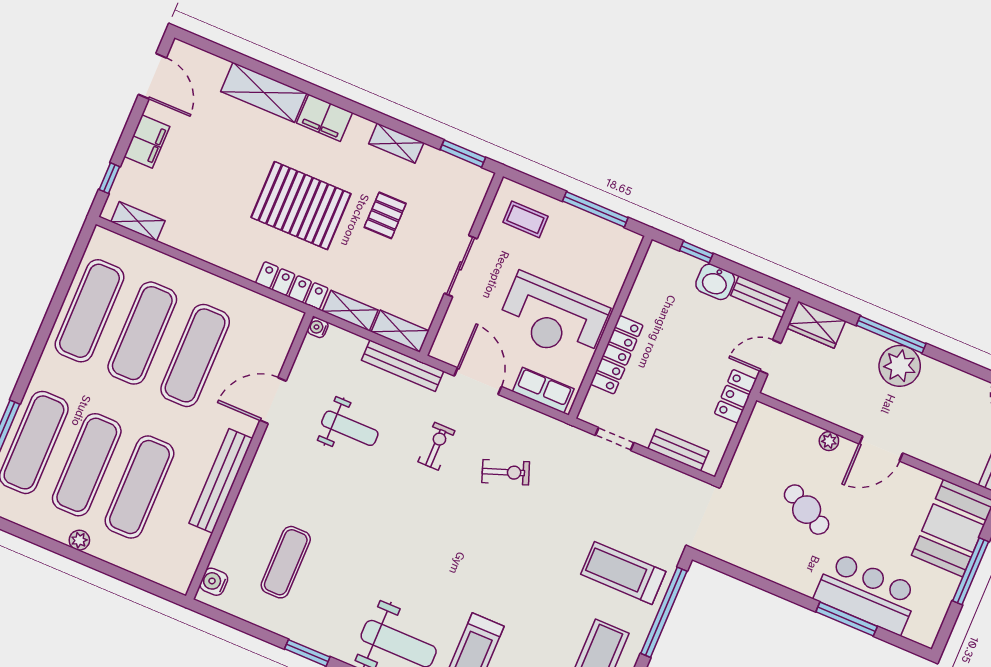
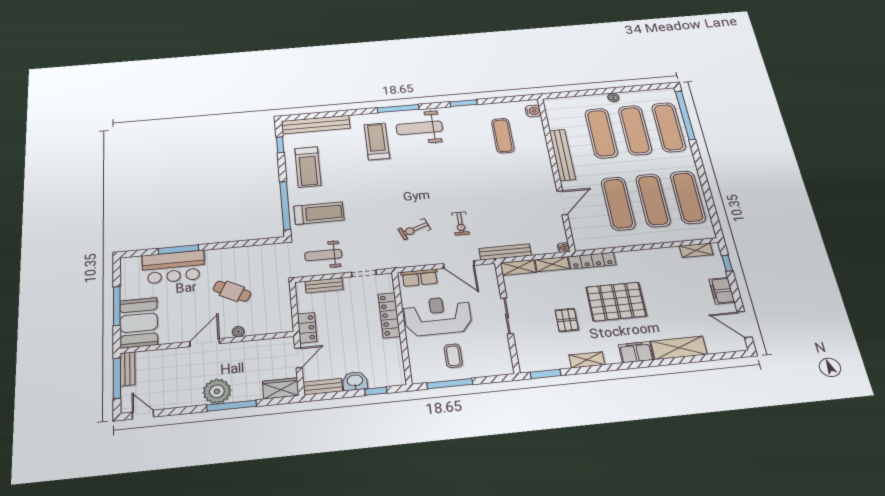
coffee table: (525, 219) -> (453, 356), moved, turned 90
weight bench: (350, 428) -> (323, 255), moved

